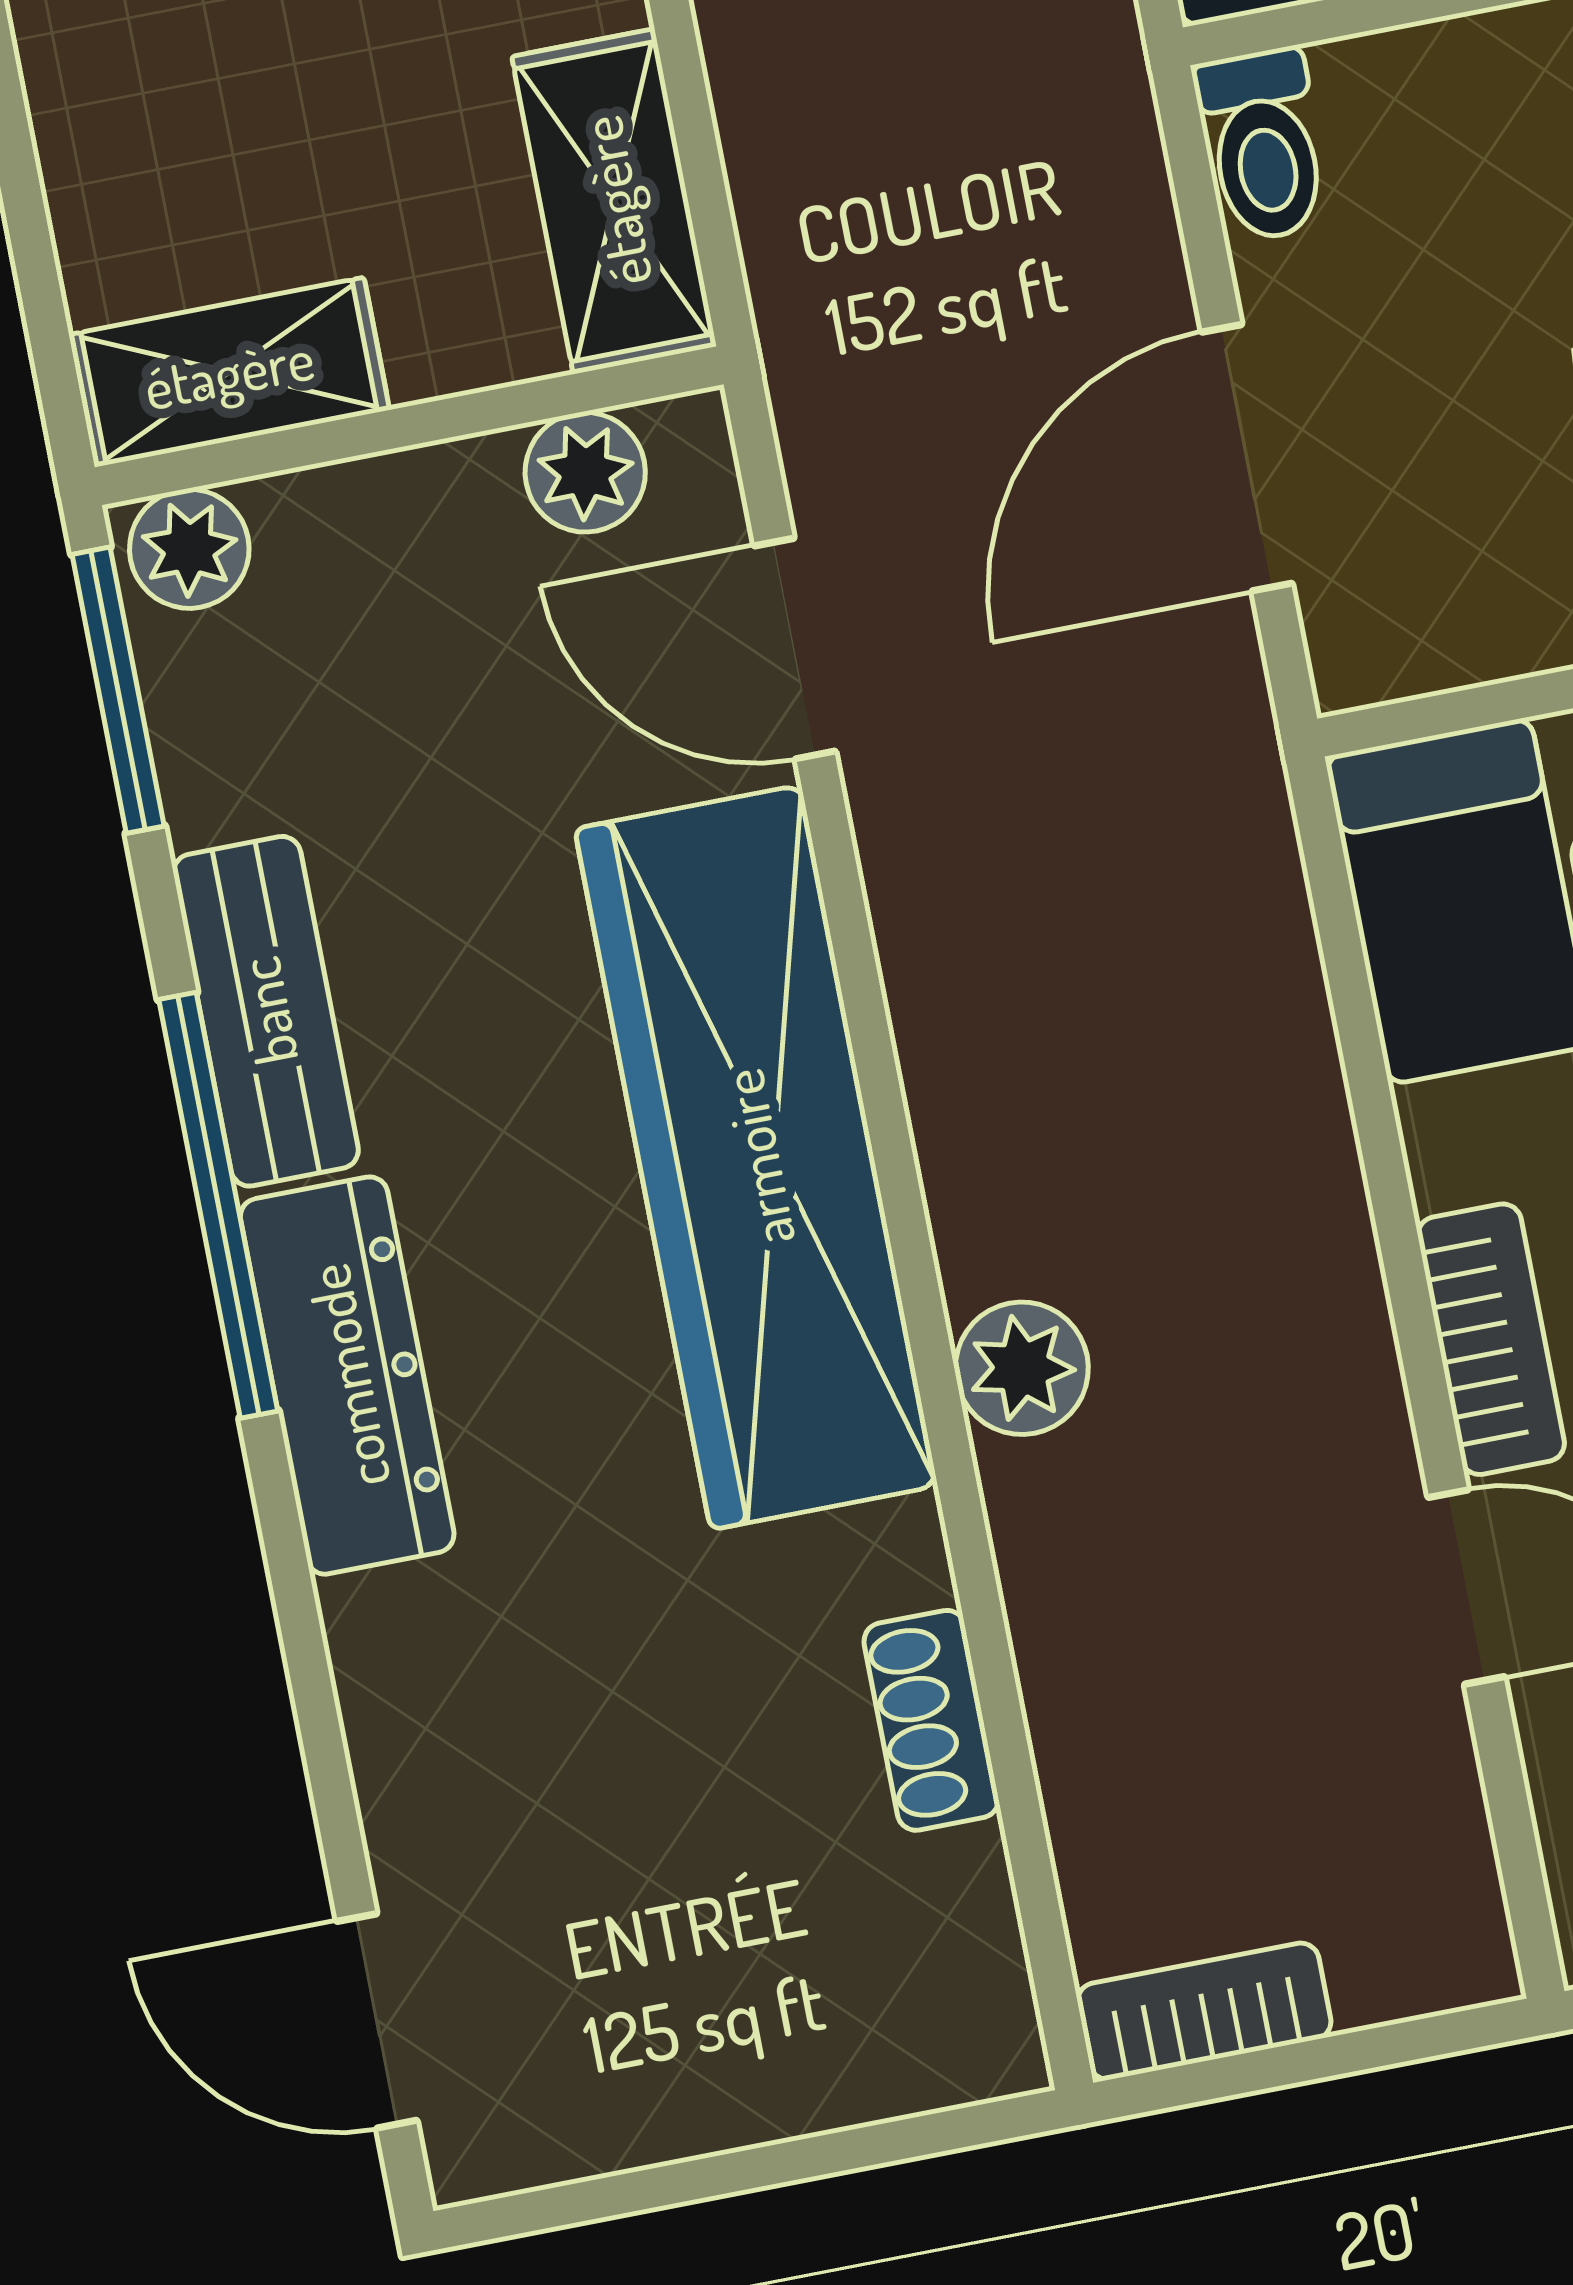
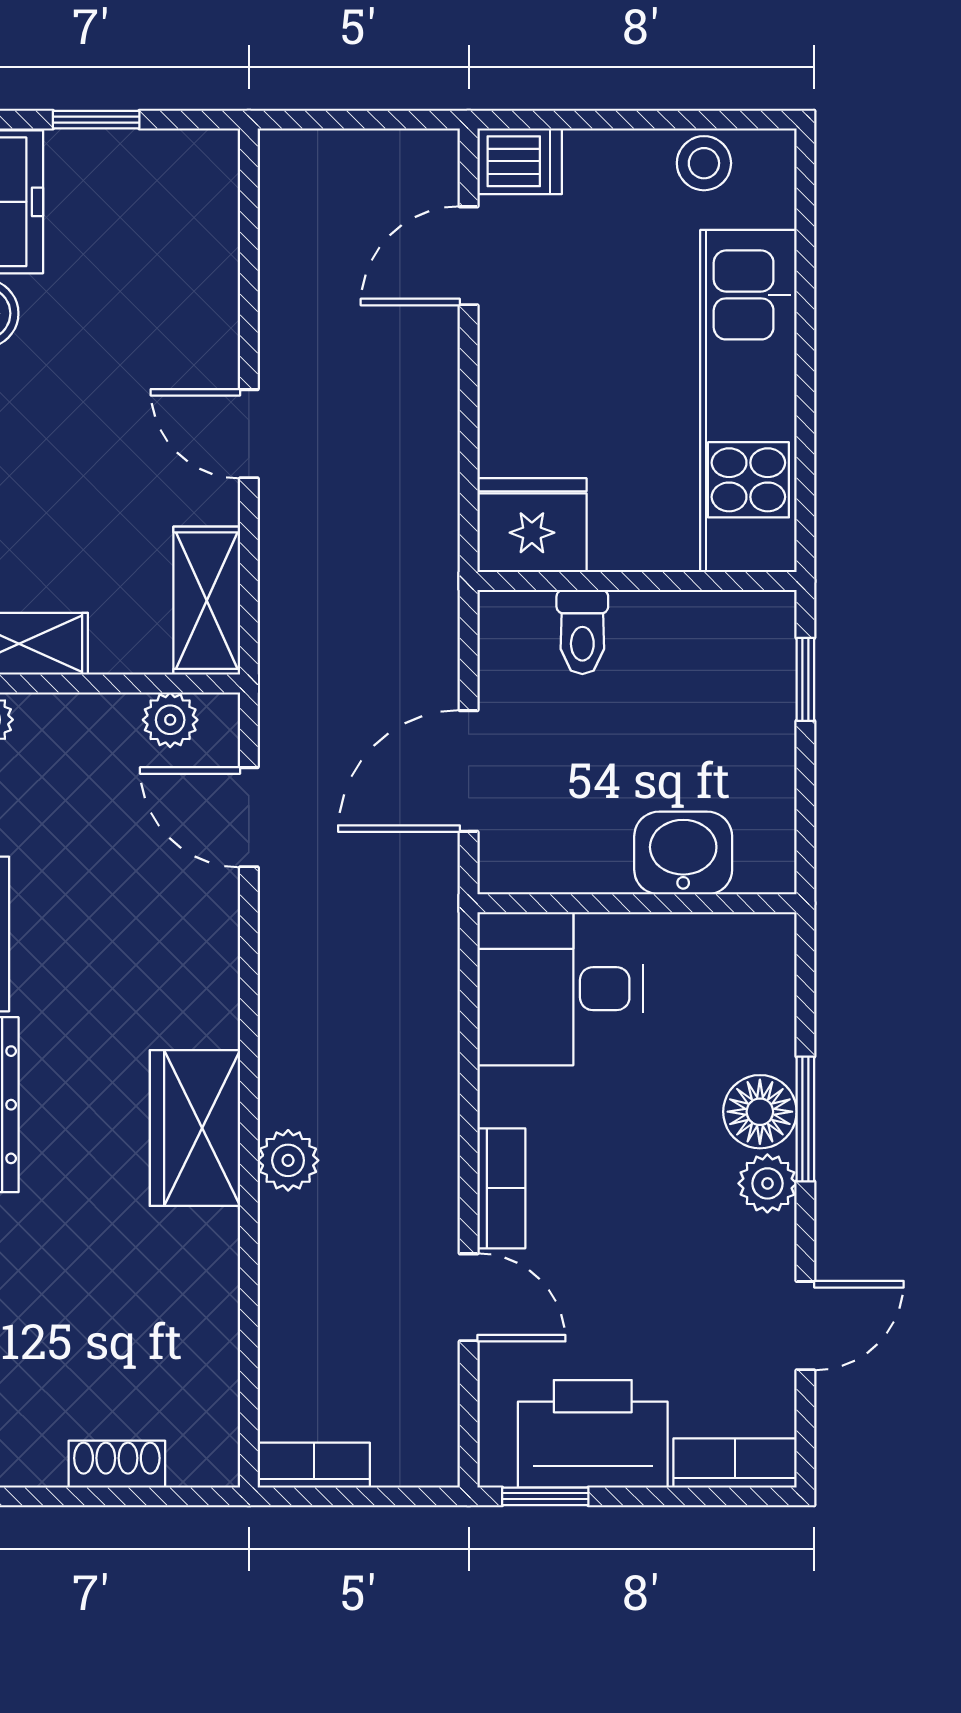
toilet: (1263, 145) -> (582, 632), moved
wardrobe: (756, 1157) -> (195, 1128), width x0.48, depth x0.85
shoe rack: (931, 1720) -> (117, 1464), moved, turned 90

